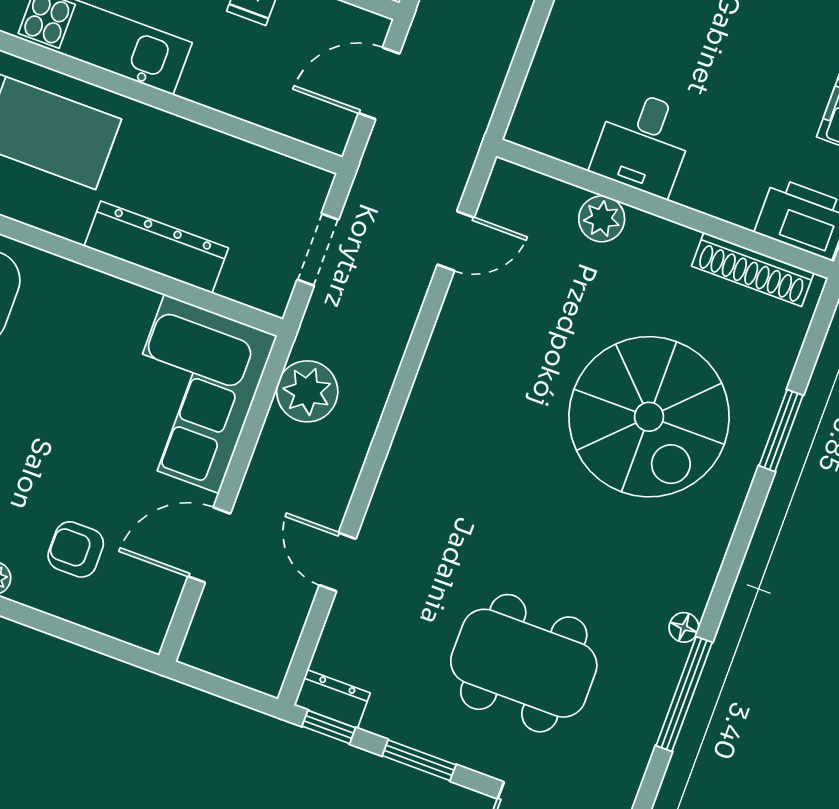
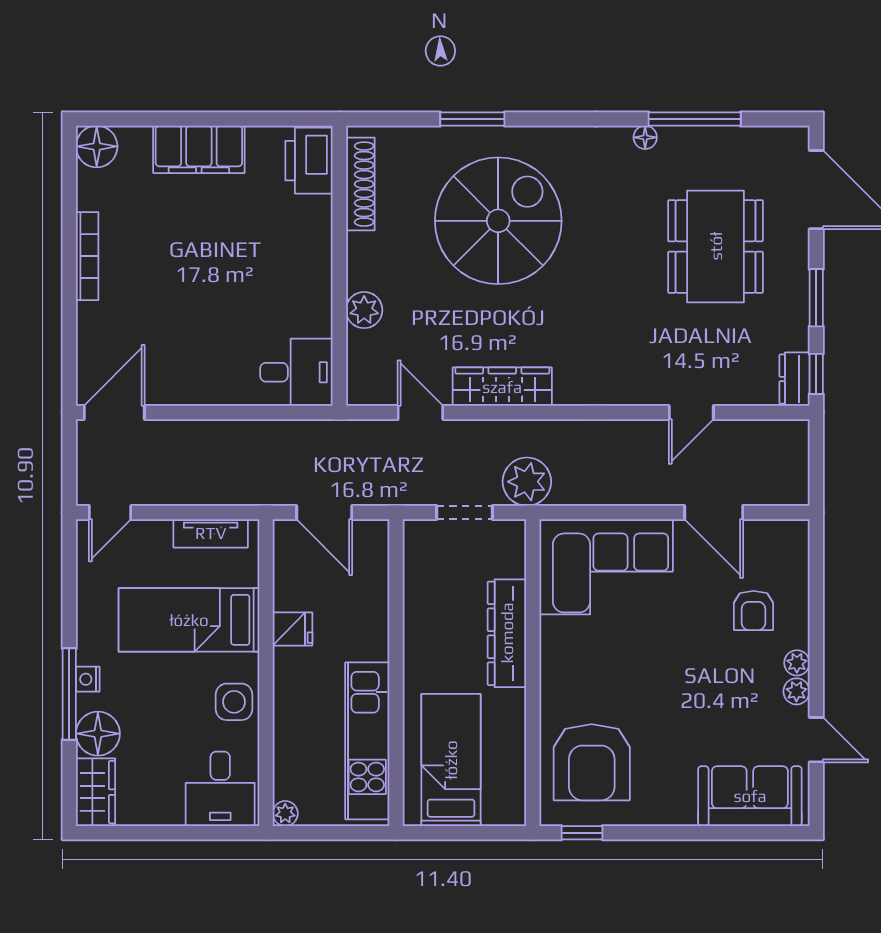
desk: (643, 143) -> (296, 372), moved
wardrobe: (451, 349) -> (502, 387), added
plant: (307, 391) -> (527, 482), moved

